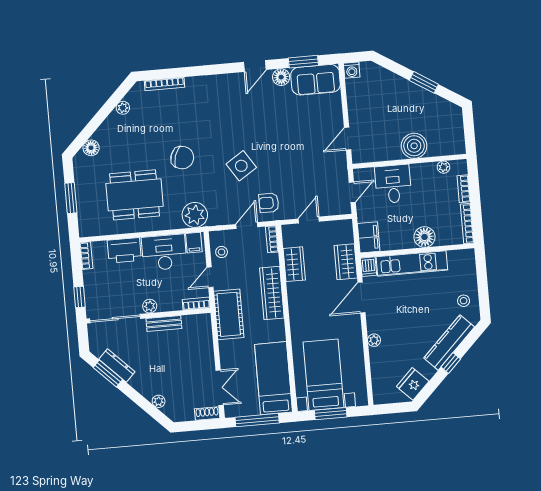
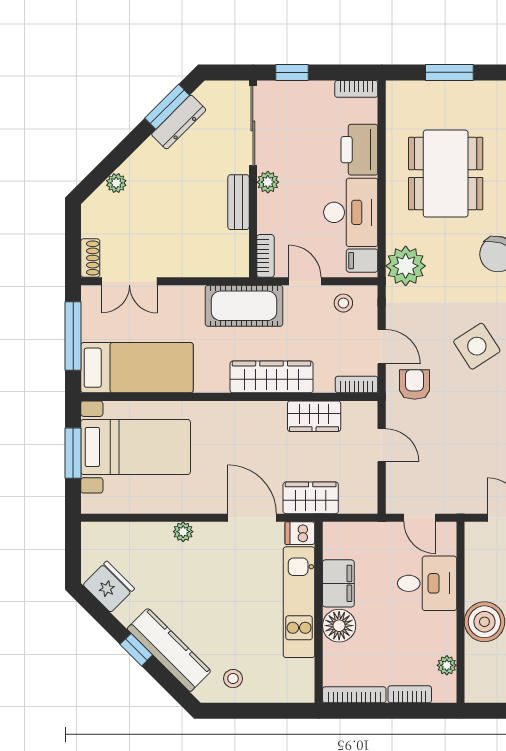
filing cabinet: (369, 237) -> (338, 583), moved, turned -90

